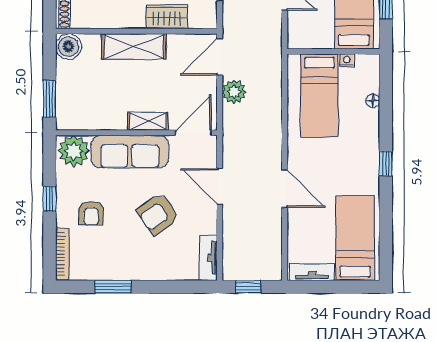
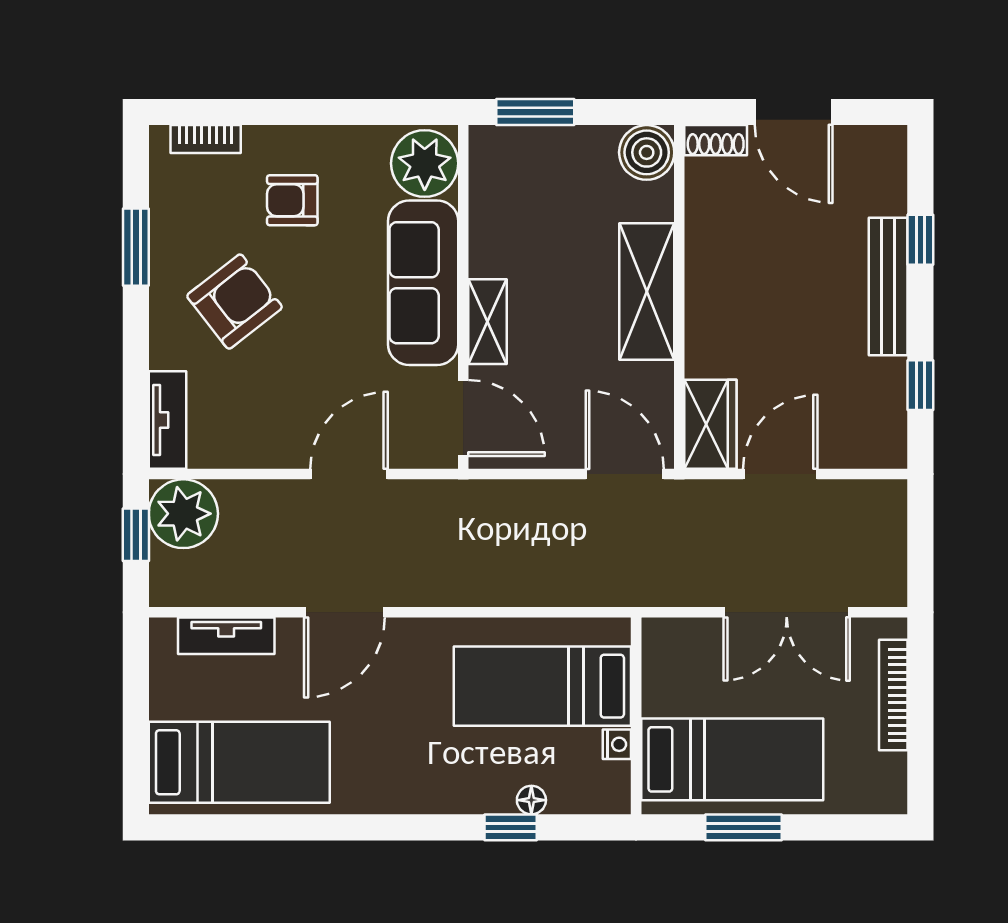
wardrobe: (167, 17) -> (710, 424), moved
plant: (234, 92) -> (183, 514), moved, width x1.36, depth x1.36
window: (386, 164) -> (511, 827), moved
window: (49, 199) -> (323, 112), removed
armchair: (158, 214) -> (235, 302), moved, turned 87
bookcase: (62, 254) -> (206, 139), width x0.64
tv unit: (208, 258) -> (167, 420), moved, turned 90
tv unit: (312, 272) -> (226, 636), moved, turned 90

